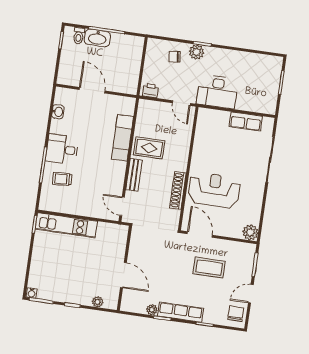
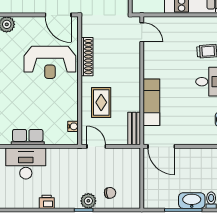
door: (92, 90) -> (161, 146), moved
printer: (151, 91) -> (47, 202), moved, turned 180
desk: (217, 92) -> (26, 163), moved
water cooler: (201, 126) -> (73, 126), added
rug: (149, 148) -> (101, 102), moved, turned 90
bench: (134, 175) -> (134, 129), moved

